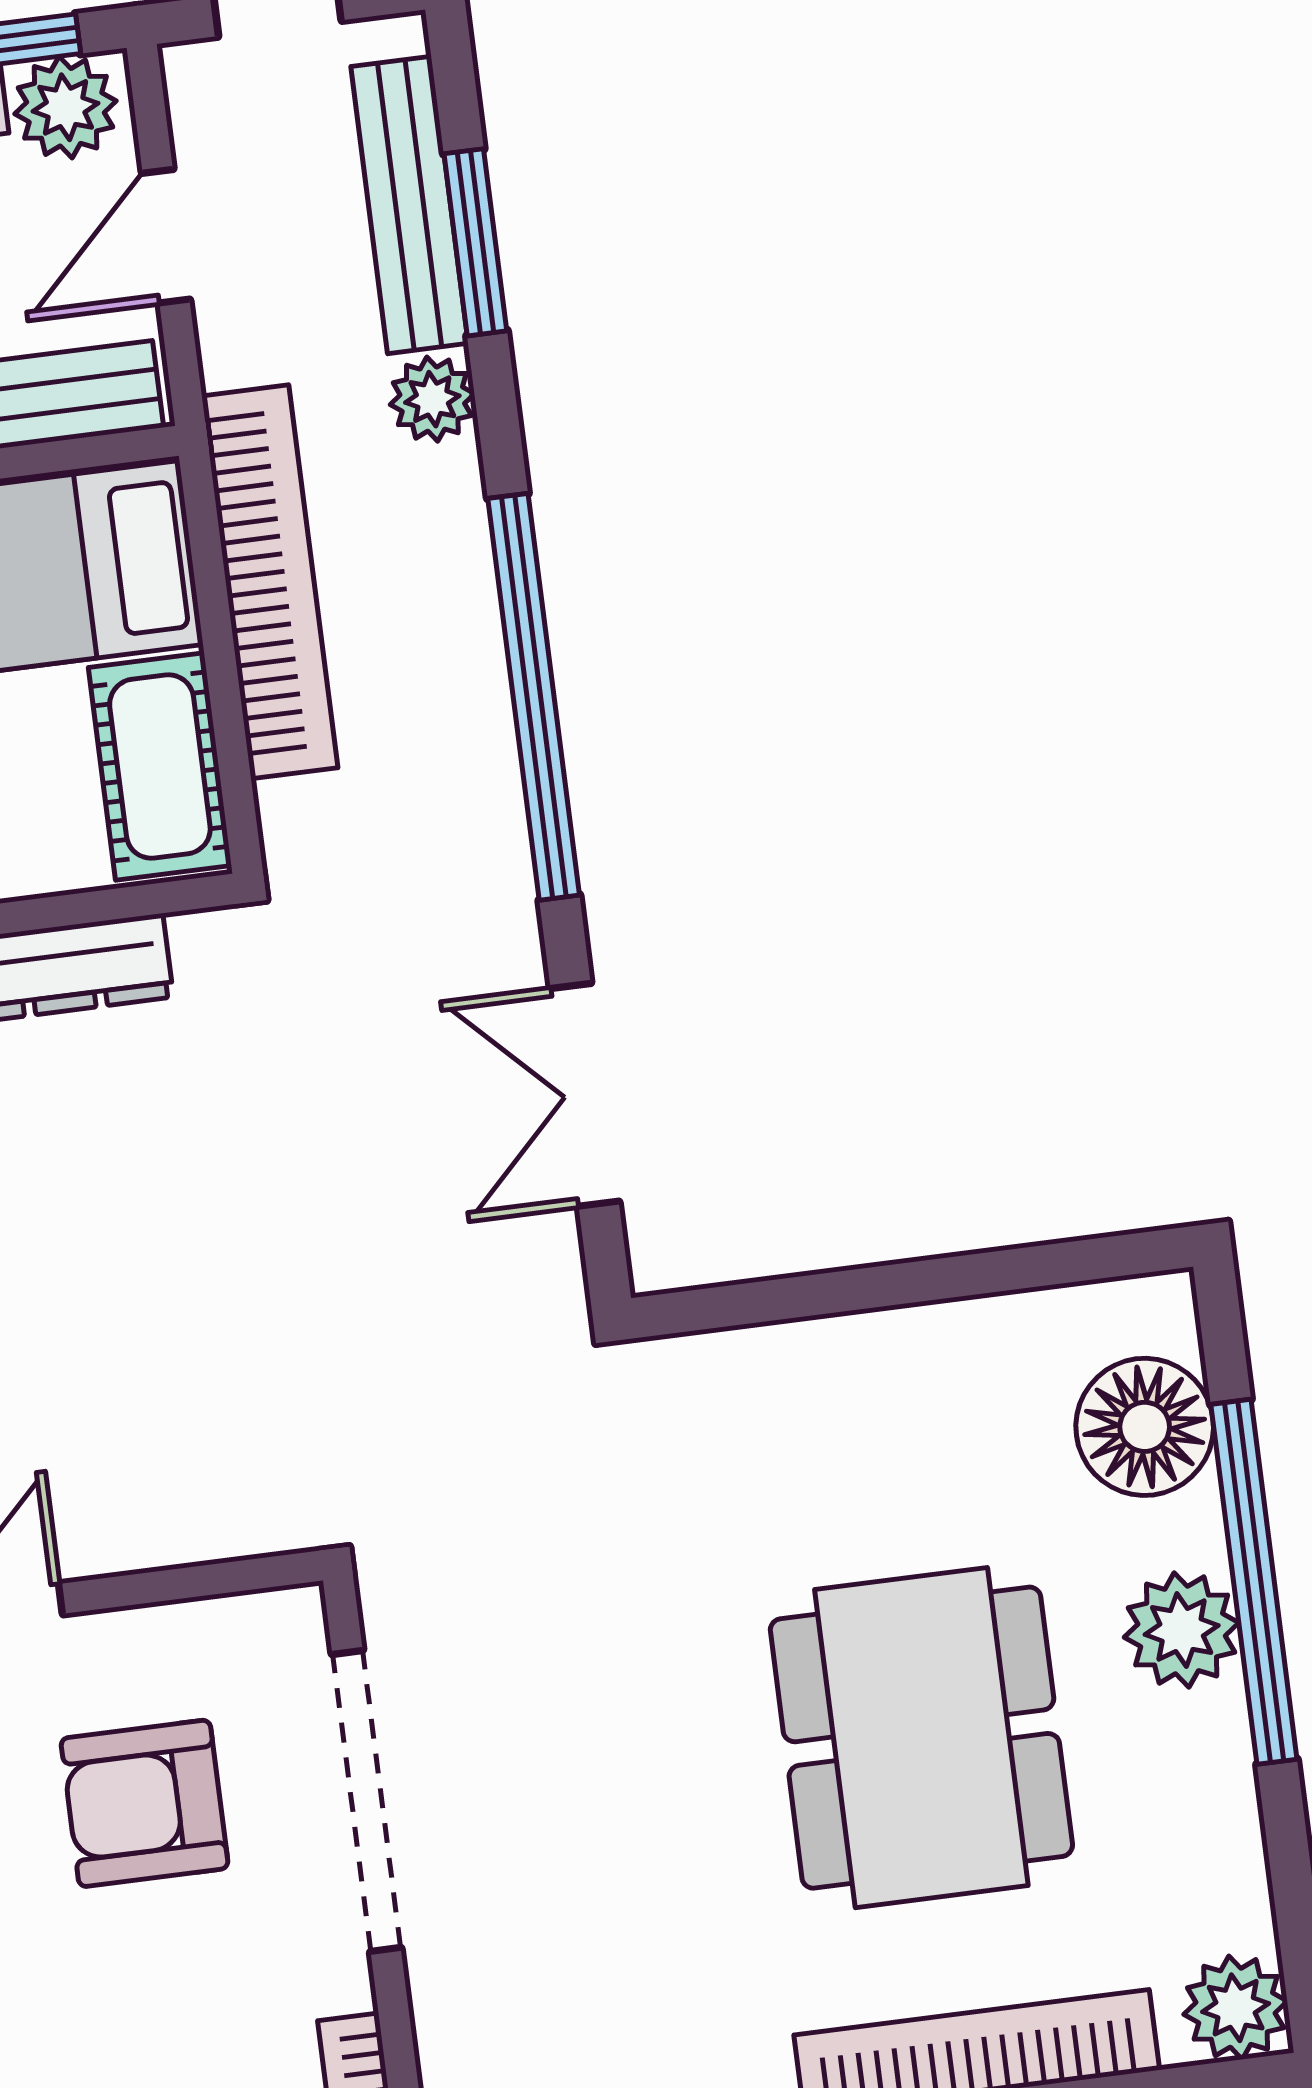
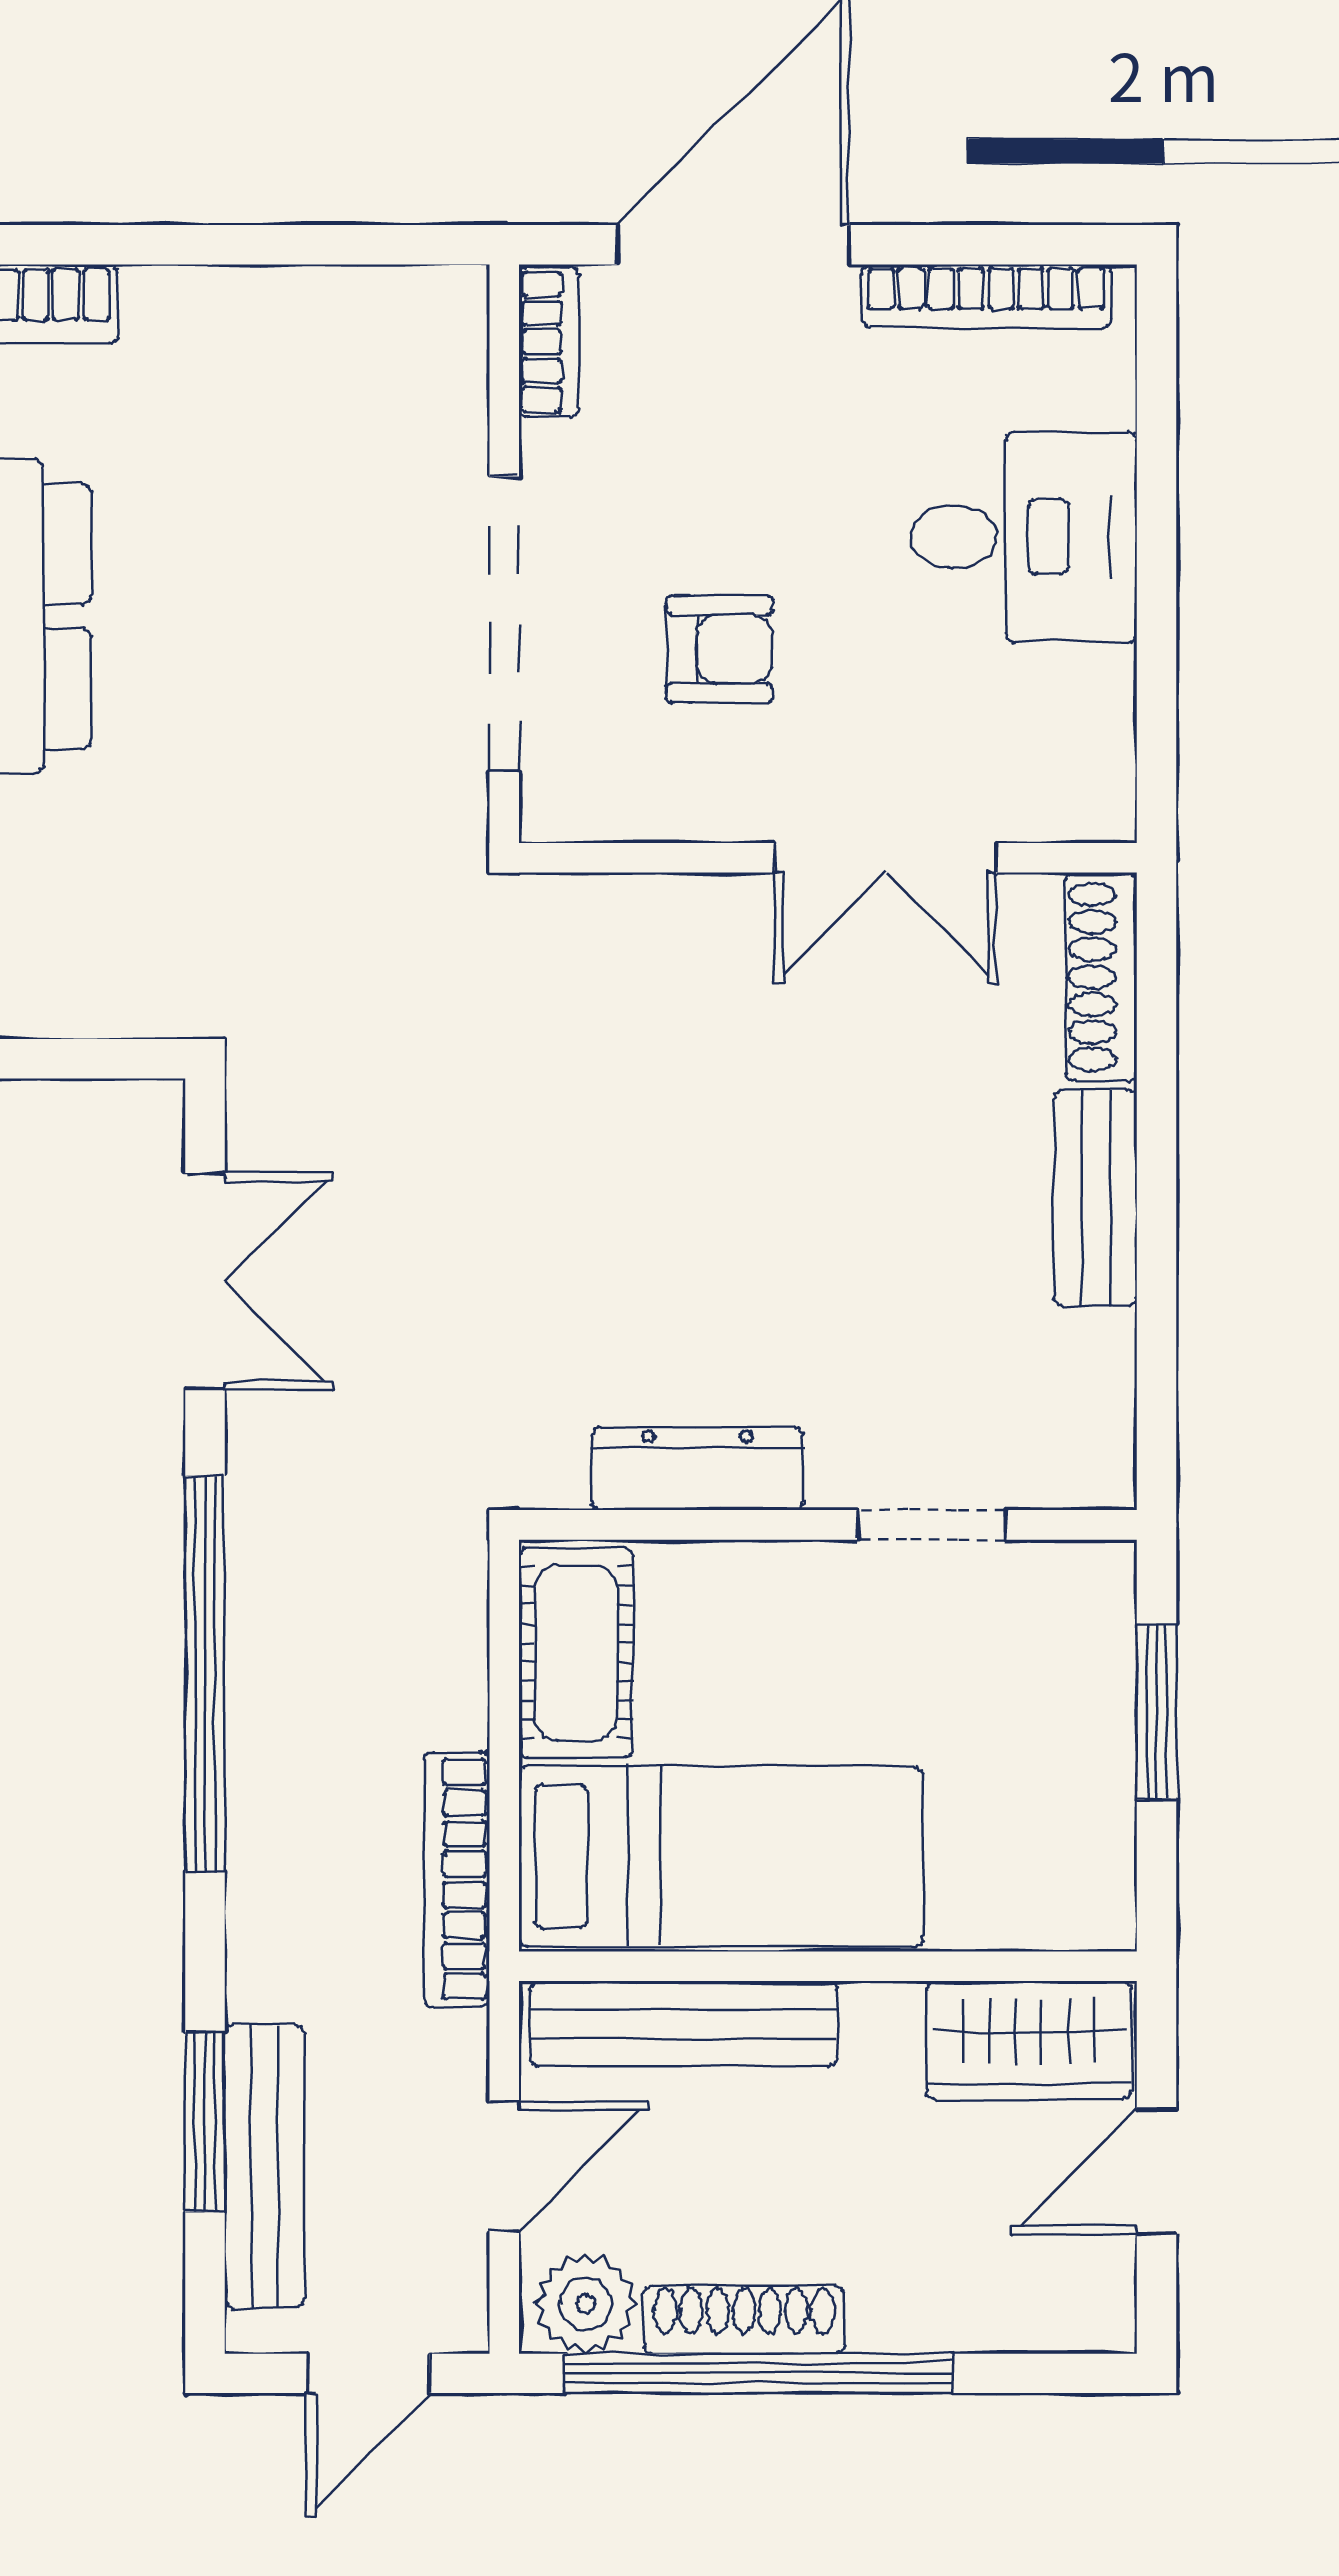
plant: (432, 399) -> (266, 1975), removed
bookcase: (270, 582) -> (457, 1879), width x0.68, depth x0.76
armchair: (145, 1803) -> (720, 649), width x0.72, depth x0.72

